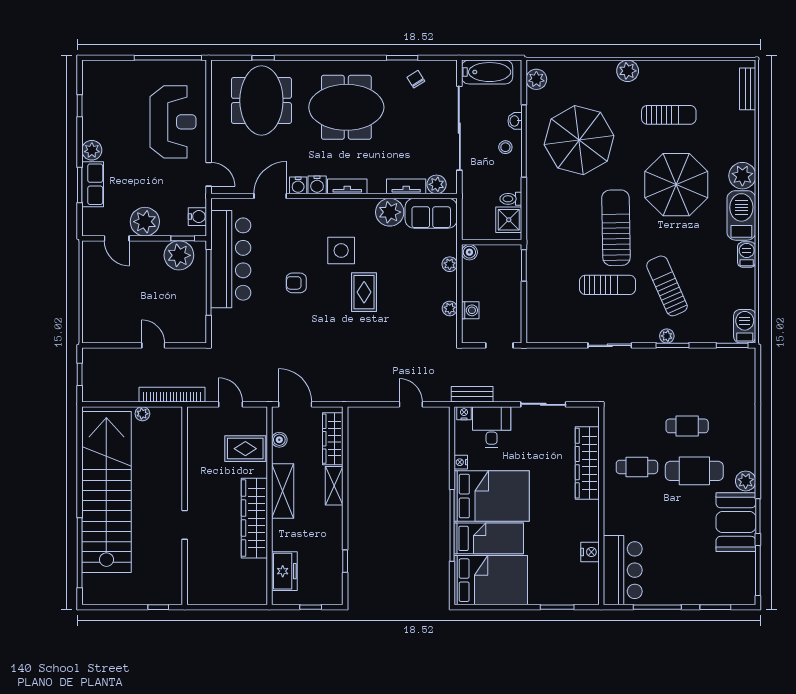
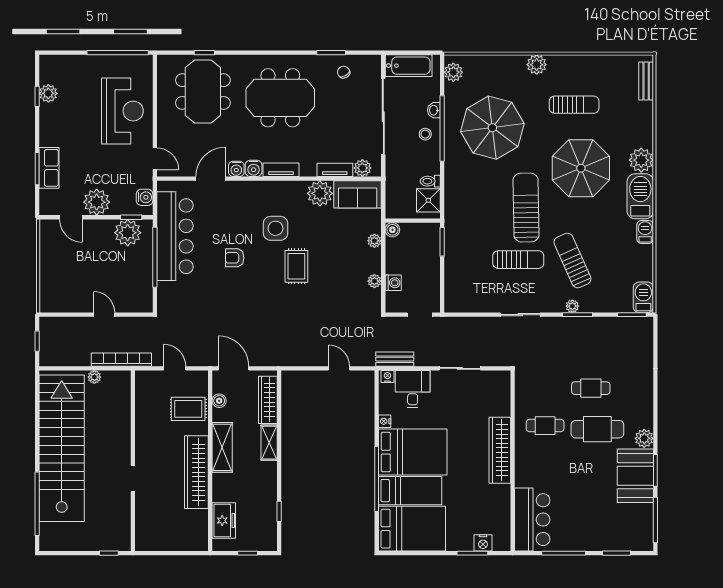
plant: (92, 150) -> (48, 93), moved
wardrobe: (587, 463) -> (500, 450), moved
nightstand: (590, 552) -> (483, 543), moved, turned 90

